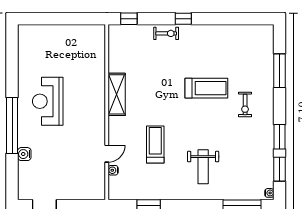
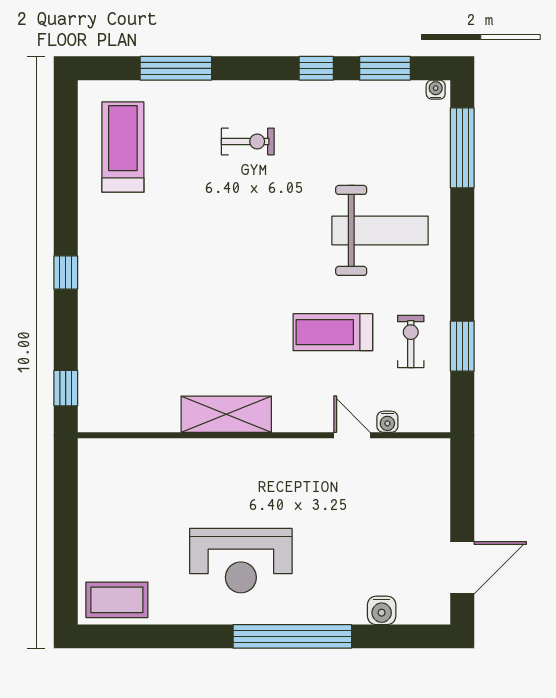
exercise bike: (166, 33) -> (411, 342), moved
coffee table: (29, 43) -> (117, 600), added
treadmill: (206, 88) -> (123, 147), moved
window: (279, 137) -> (316, 68), width x0.67
water cooler: (24, 154) -> (382, 610), moved
weight bench: (203, 167) -> (380, 230), width x1.36, depth x1.33

